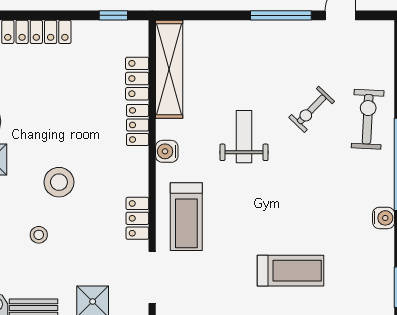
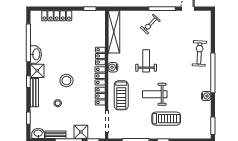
locker: (137, 79) -> (100, 76), moved
exercise bike: (312, 109) -> (150, 24), moved
weight bench: (264, 214) -> (155, 94), added

